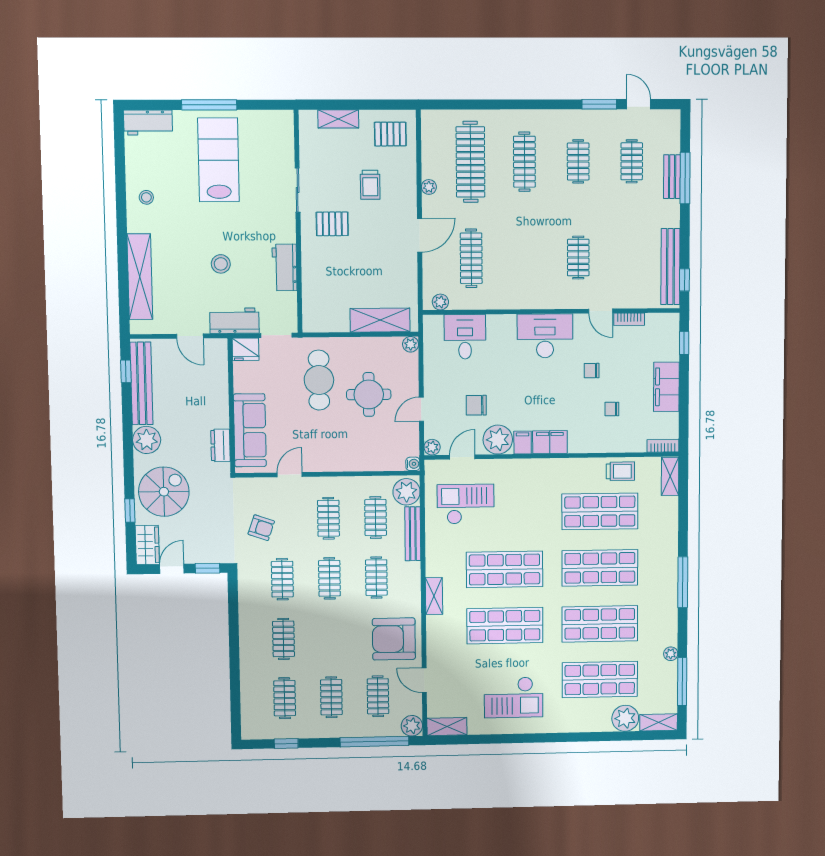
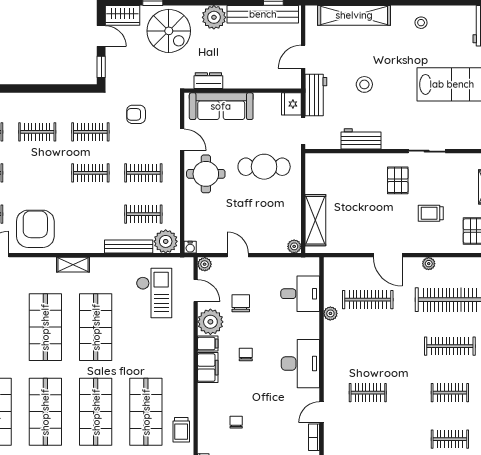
plant: (440, 302) -> (330, 313), moved
chair: (592, 371) -> (246, 354), moved
round table: (369, 394) -> (206, 174), moved
armchair: (261, 528) -> (136, 114), turned 71
clothes rail: (376, 578) -> (90, 214), removed

